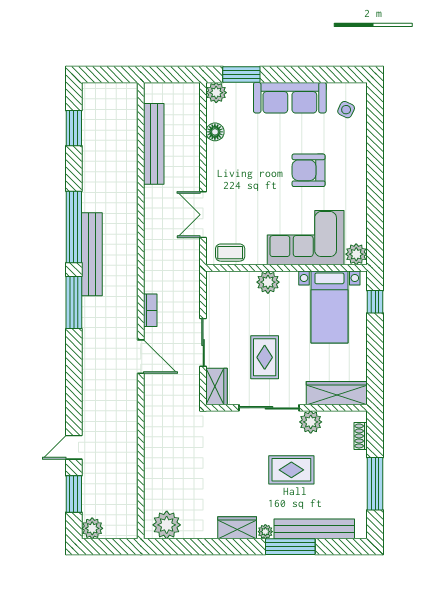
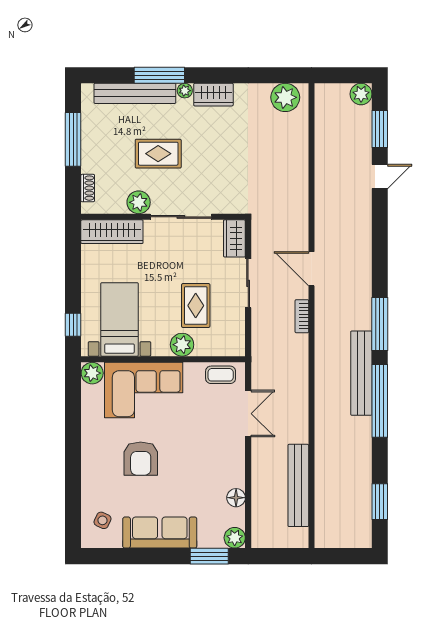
armchair: (309, 170) -> (141, 459), turned 90
rug: (265, 357) -> (196, 306), moved

